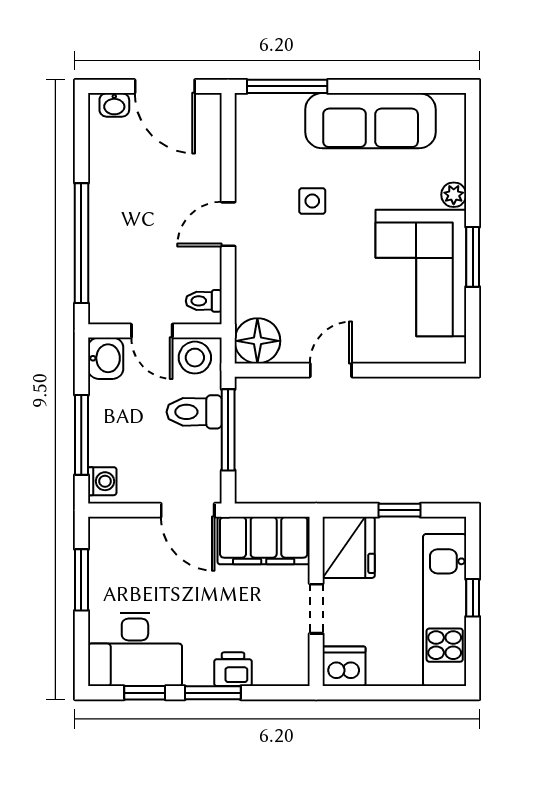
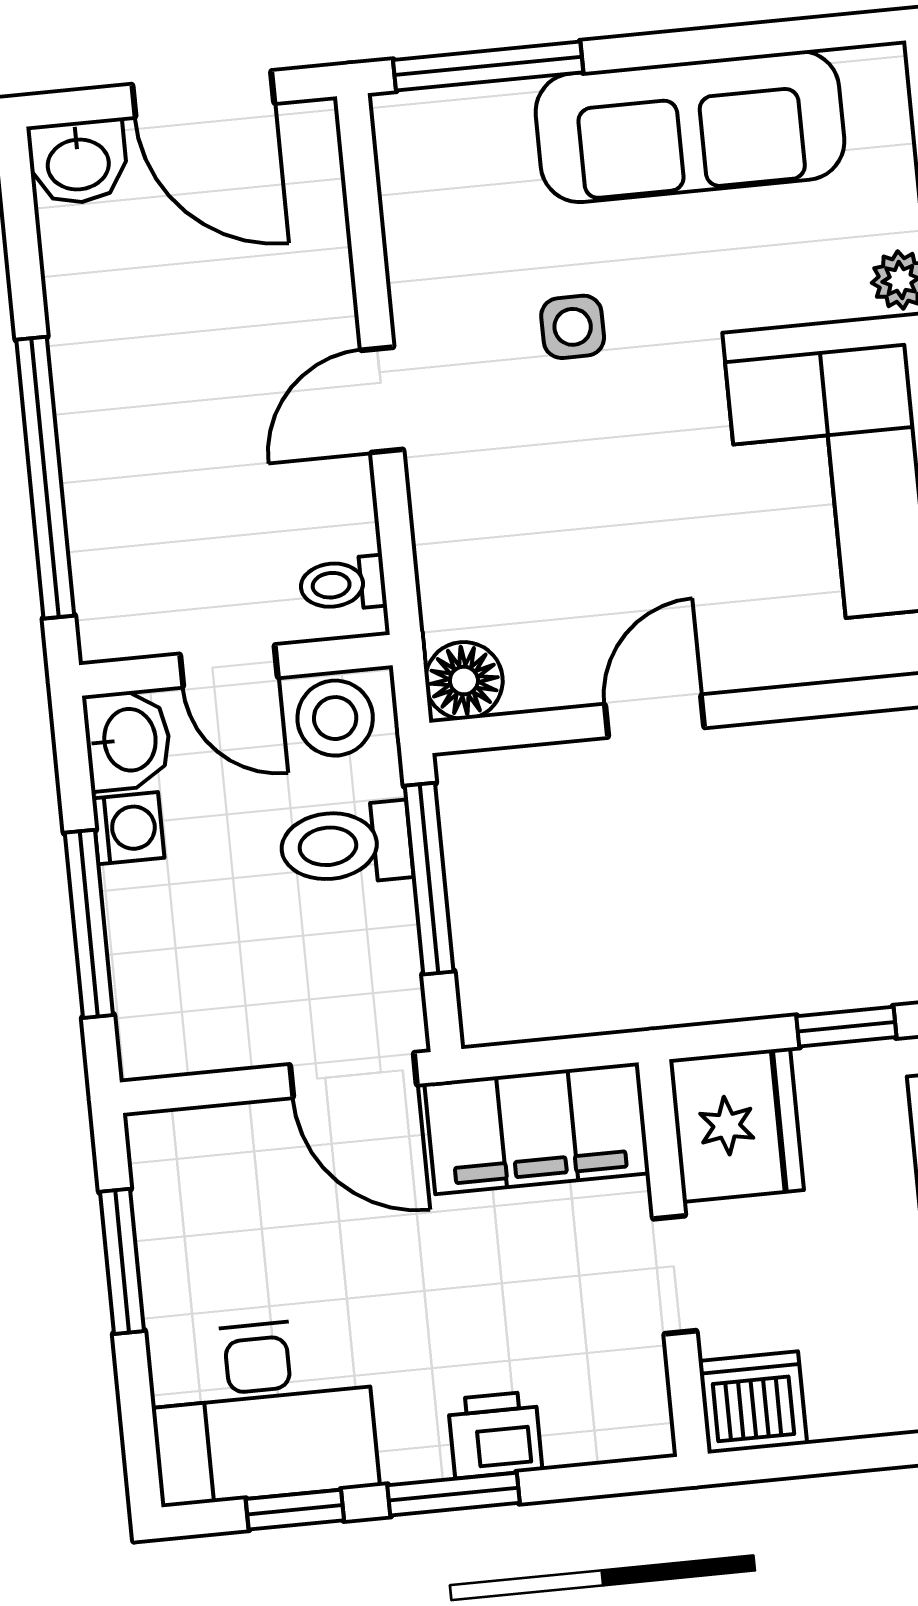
washbasin: (114, 105) -> (78, 162), width x1.38, depth x1.45
floor lamp: (257, 341) -> (464, 681), width x0.73, depth x0.73
washing machine: (102, 481) -> (128, 828), moved

